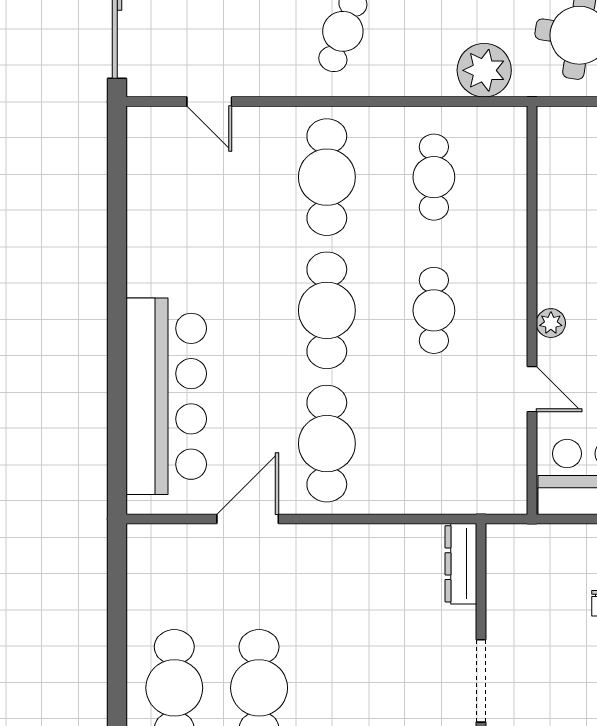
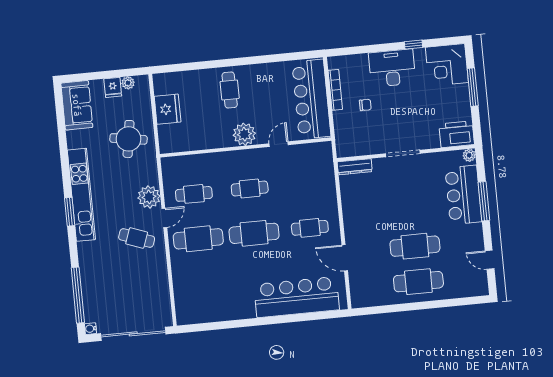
plant: (484, 70) -> (149, 197), moved
door: (209, 102) -> (164, 218), moved
plant: (551, 323) -> (244, 134), width x1.87, depth x1.87
cafe table: (327, 444) -> (310, 228), width x0.73, depth x0.74

